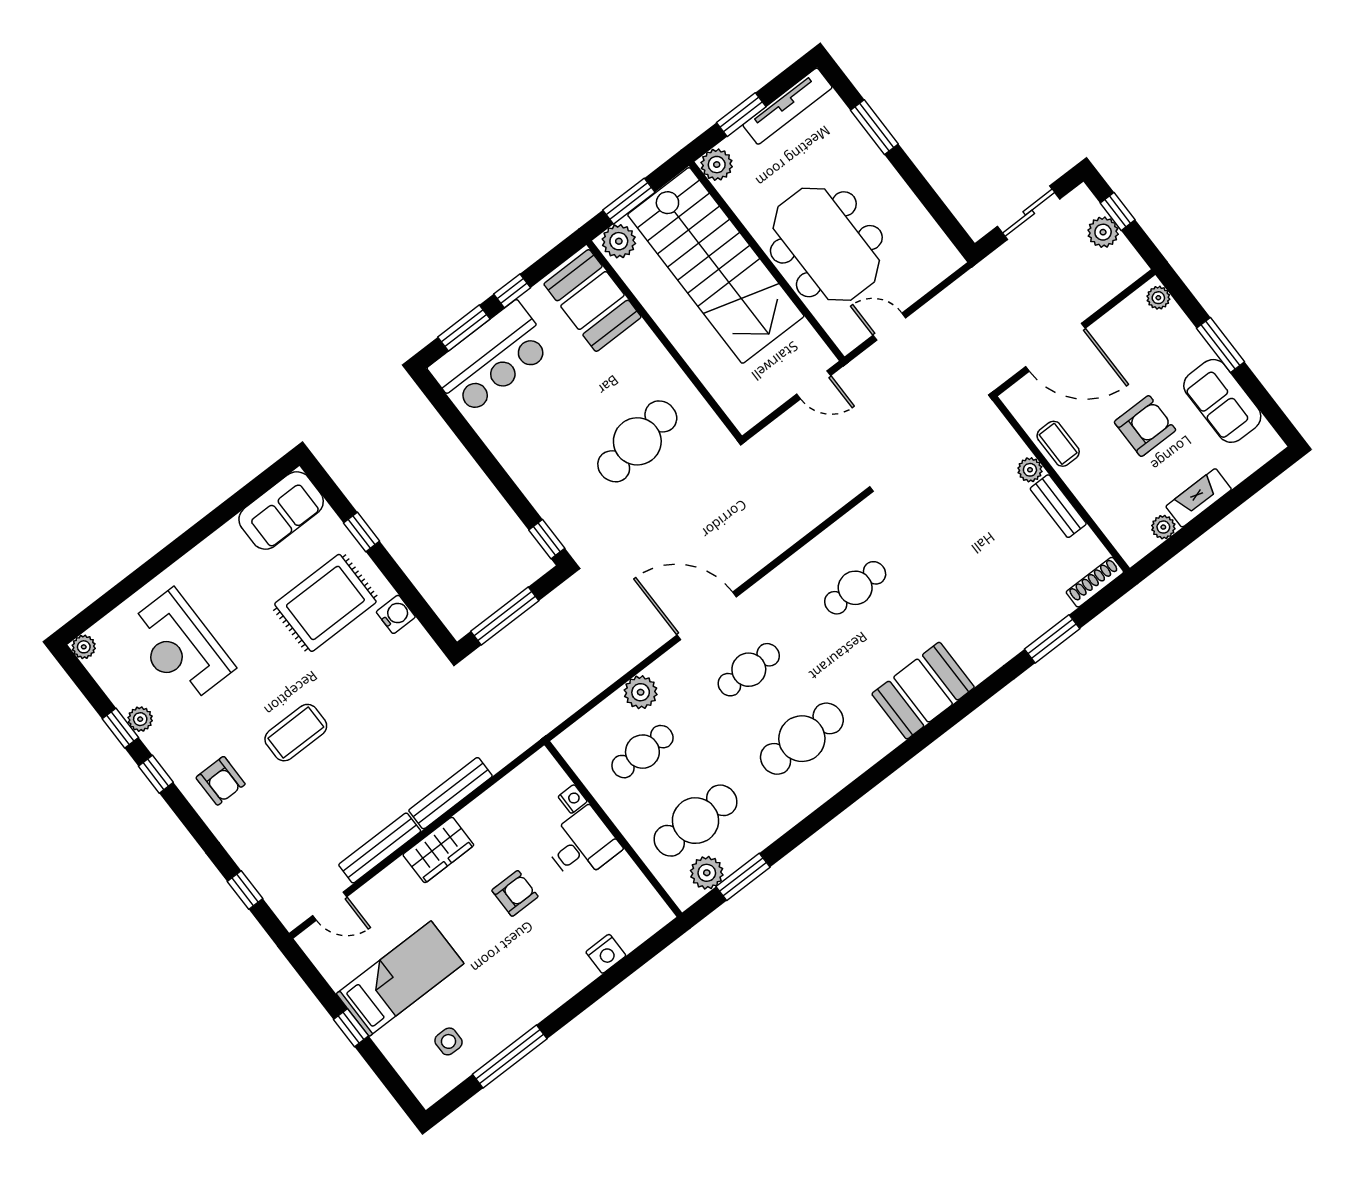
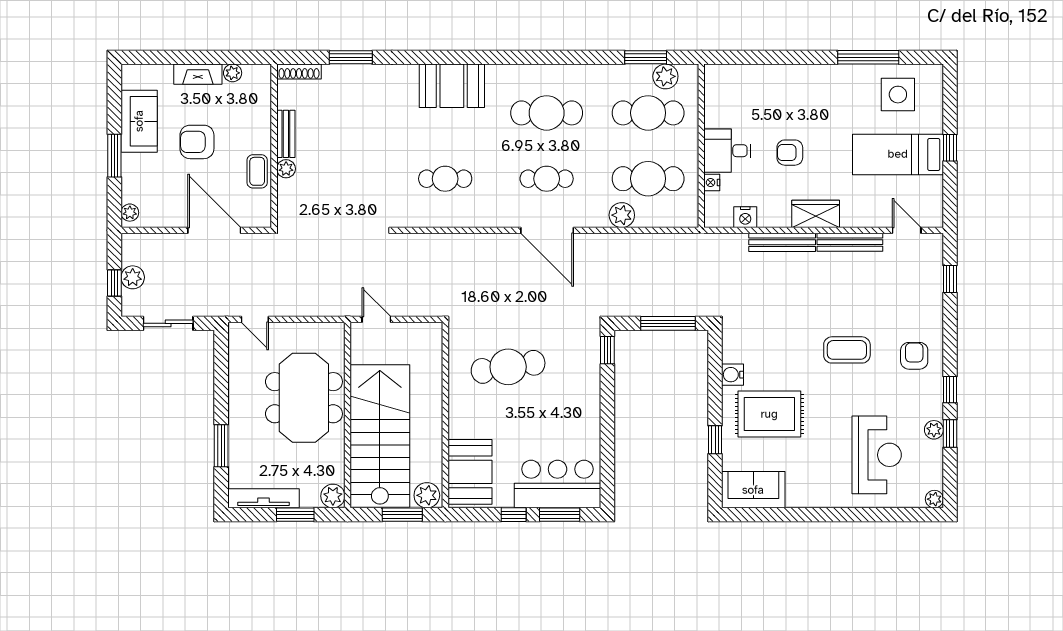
door: (889, 327) -> (255, 319), moved
cafe table: (642, 752) -> (648, 179), width x1.37, depth x1.35
nightstand: (606, 954) -> (745, 217), moved, turned 180
side table: (448, 1041) -> (898, 95), width x1.87, depth x1.87

